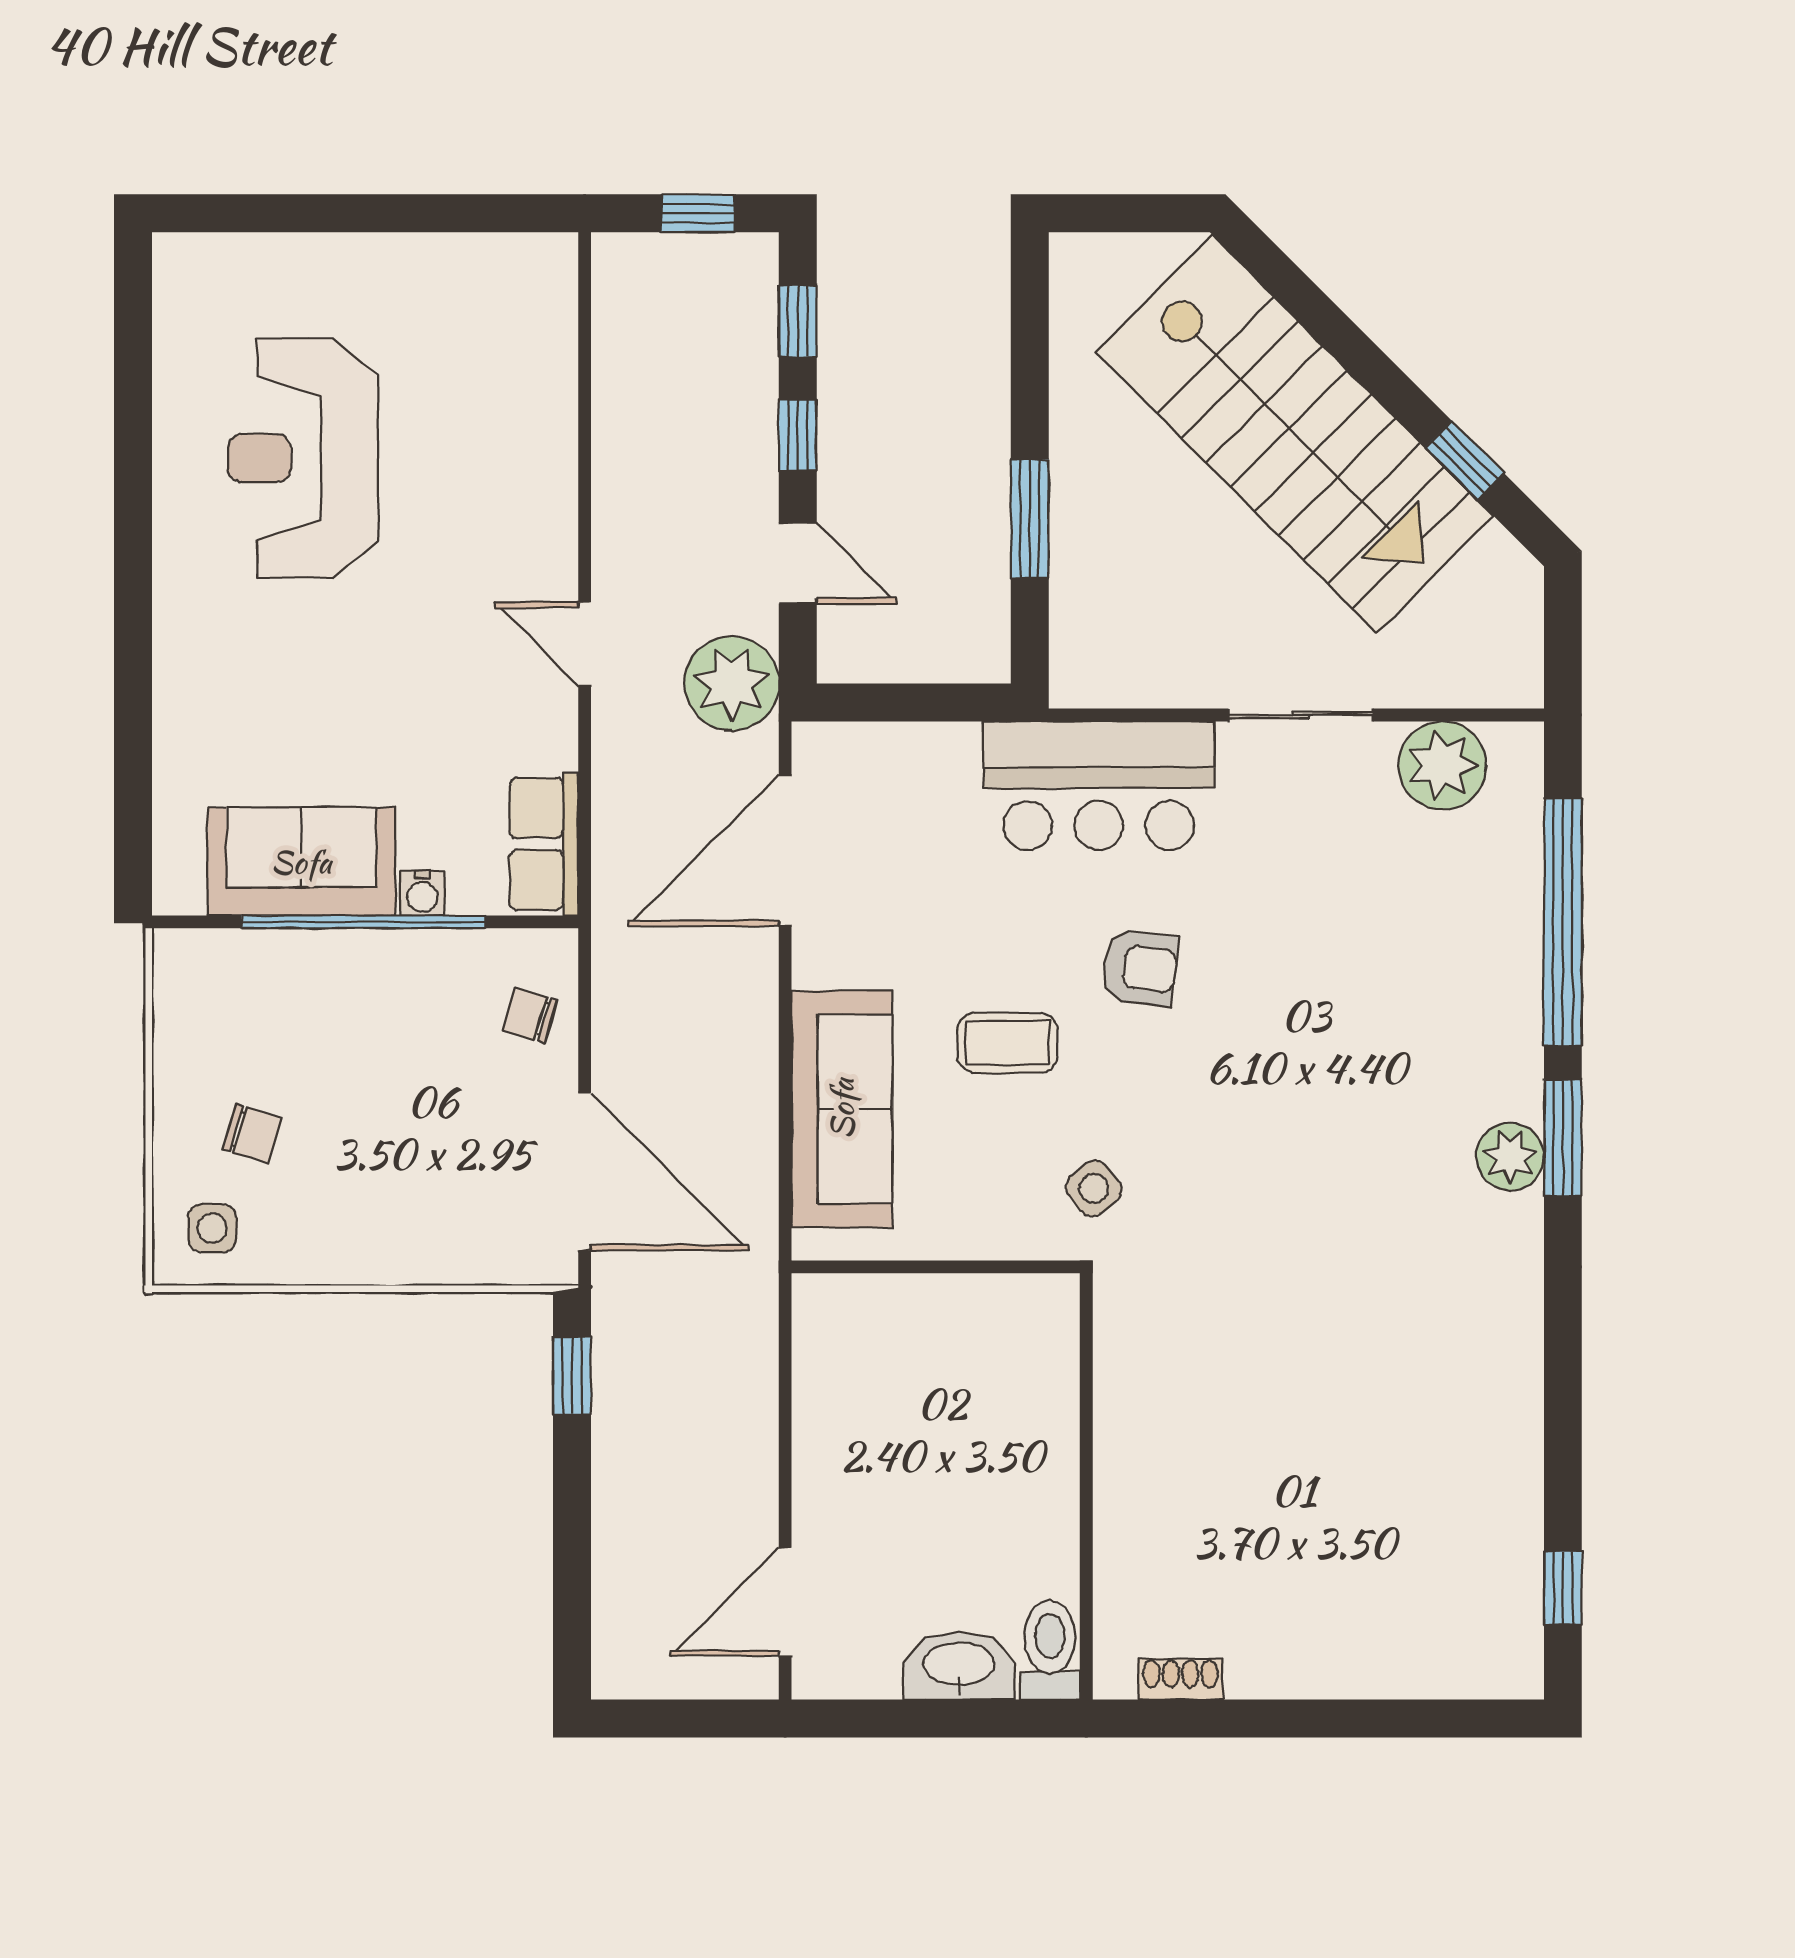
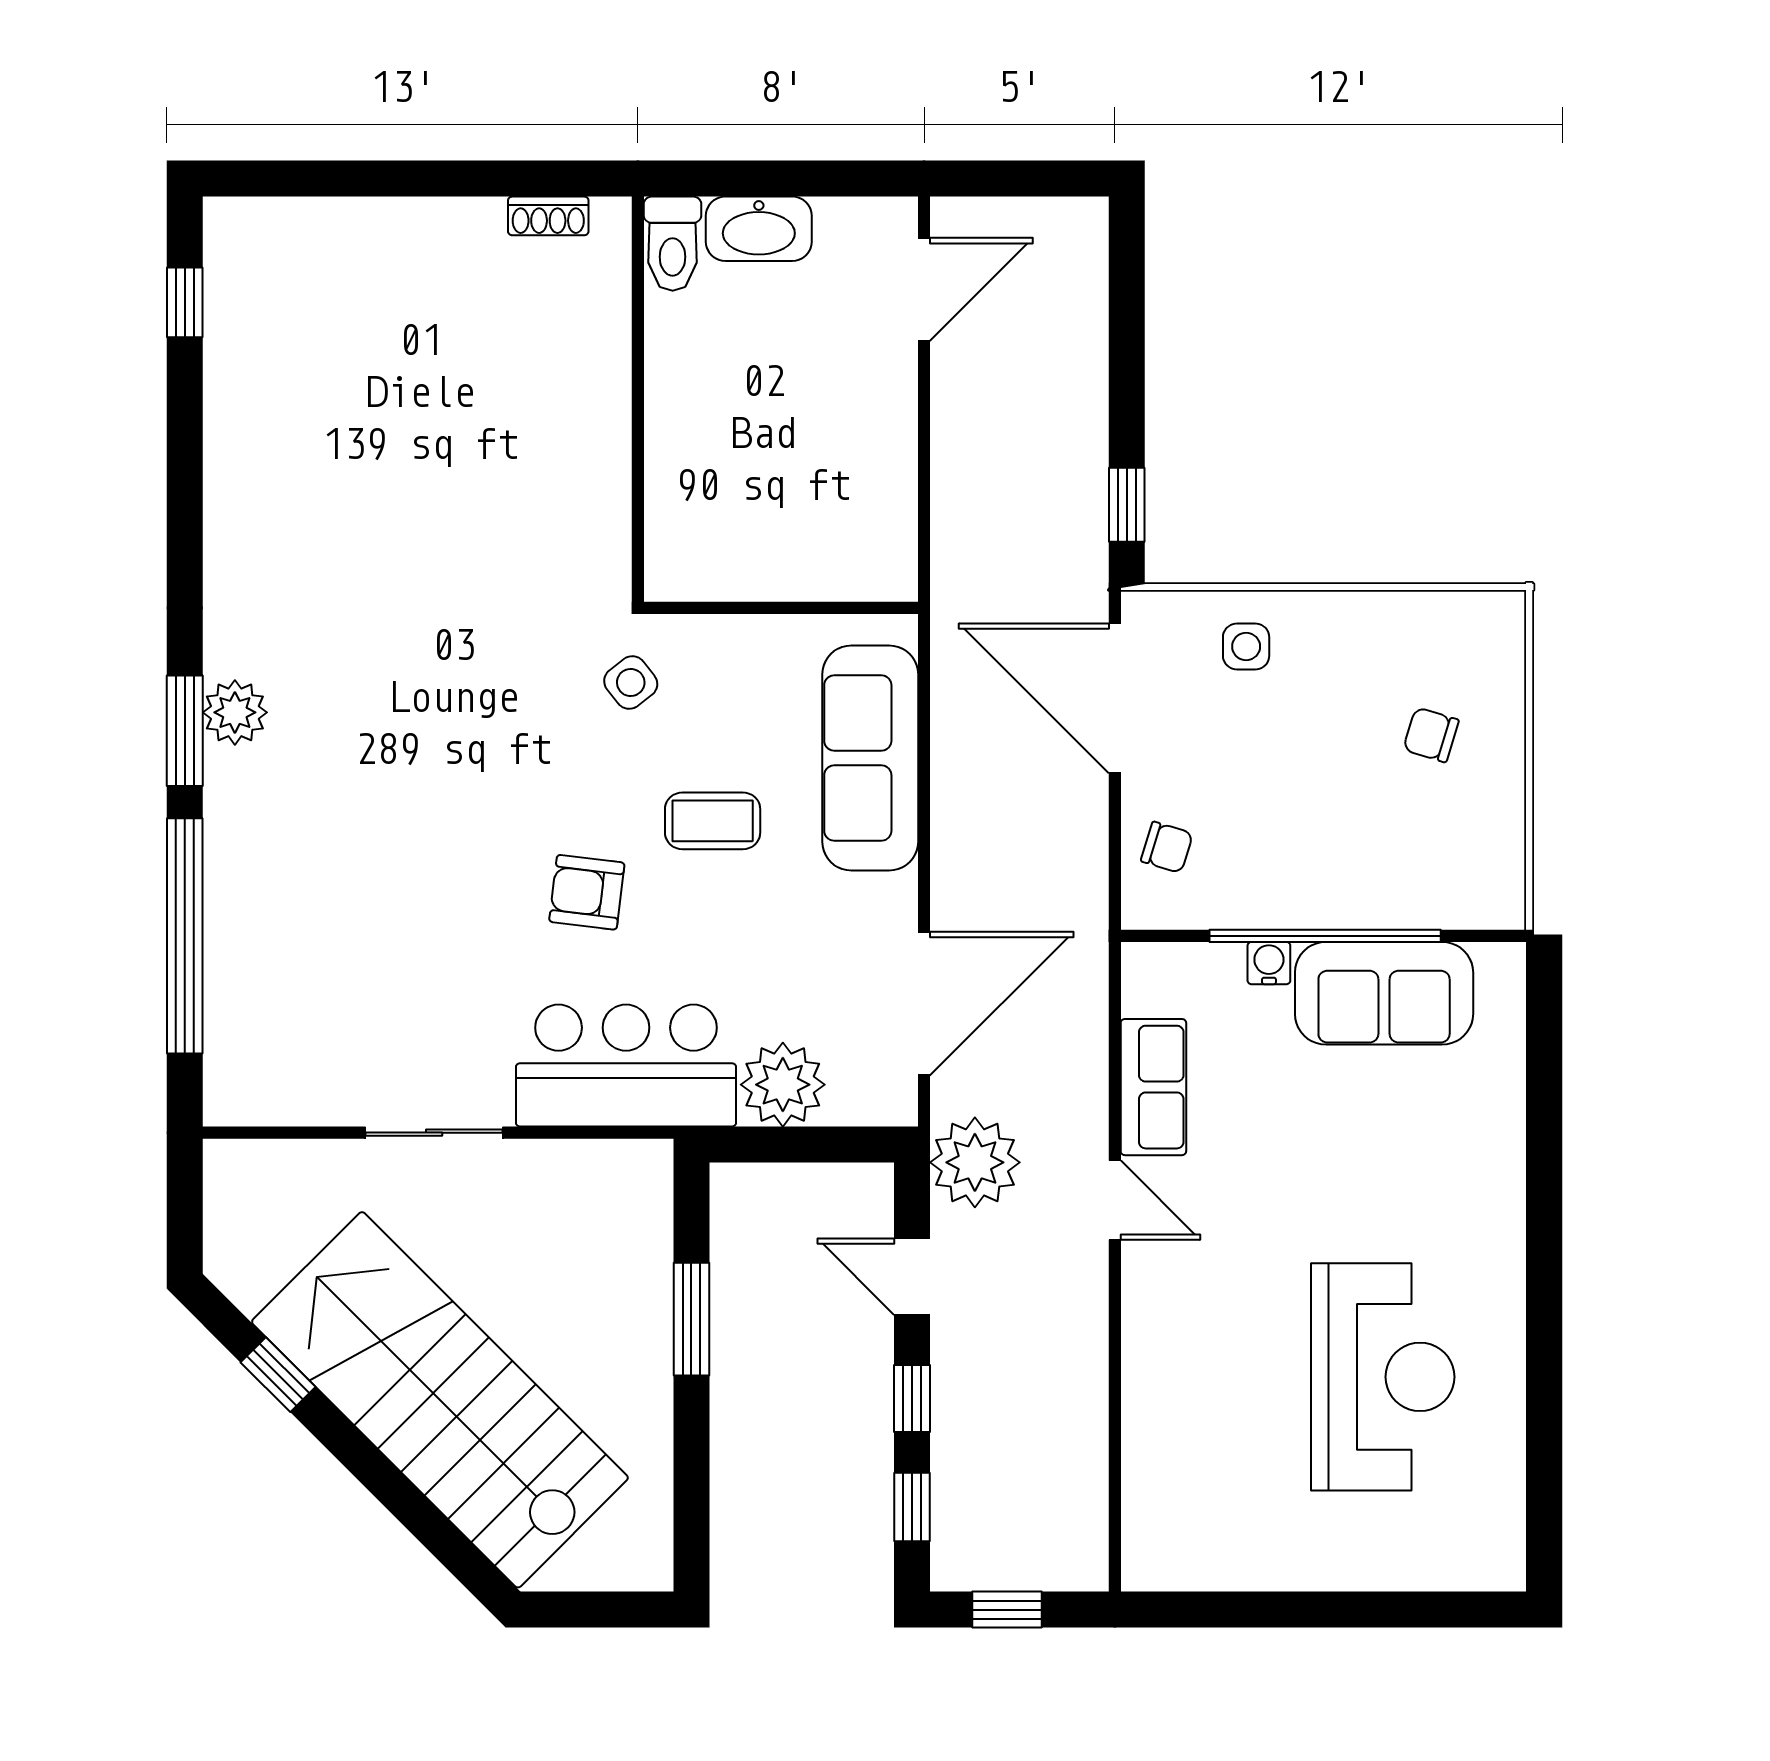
plant: (1442, 765) -> (783, 1085), moved
row of seats: (544, 844) -> (1153, 1087), moved
side table: (212, 1228) -> (1246, 646), moved

